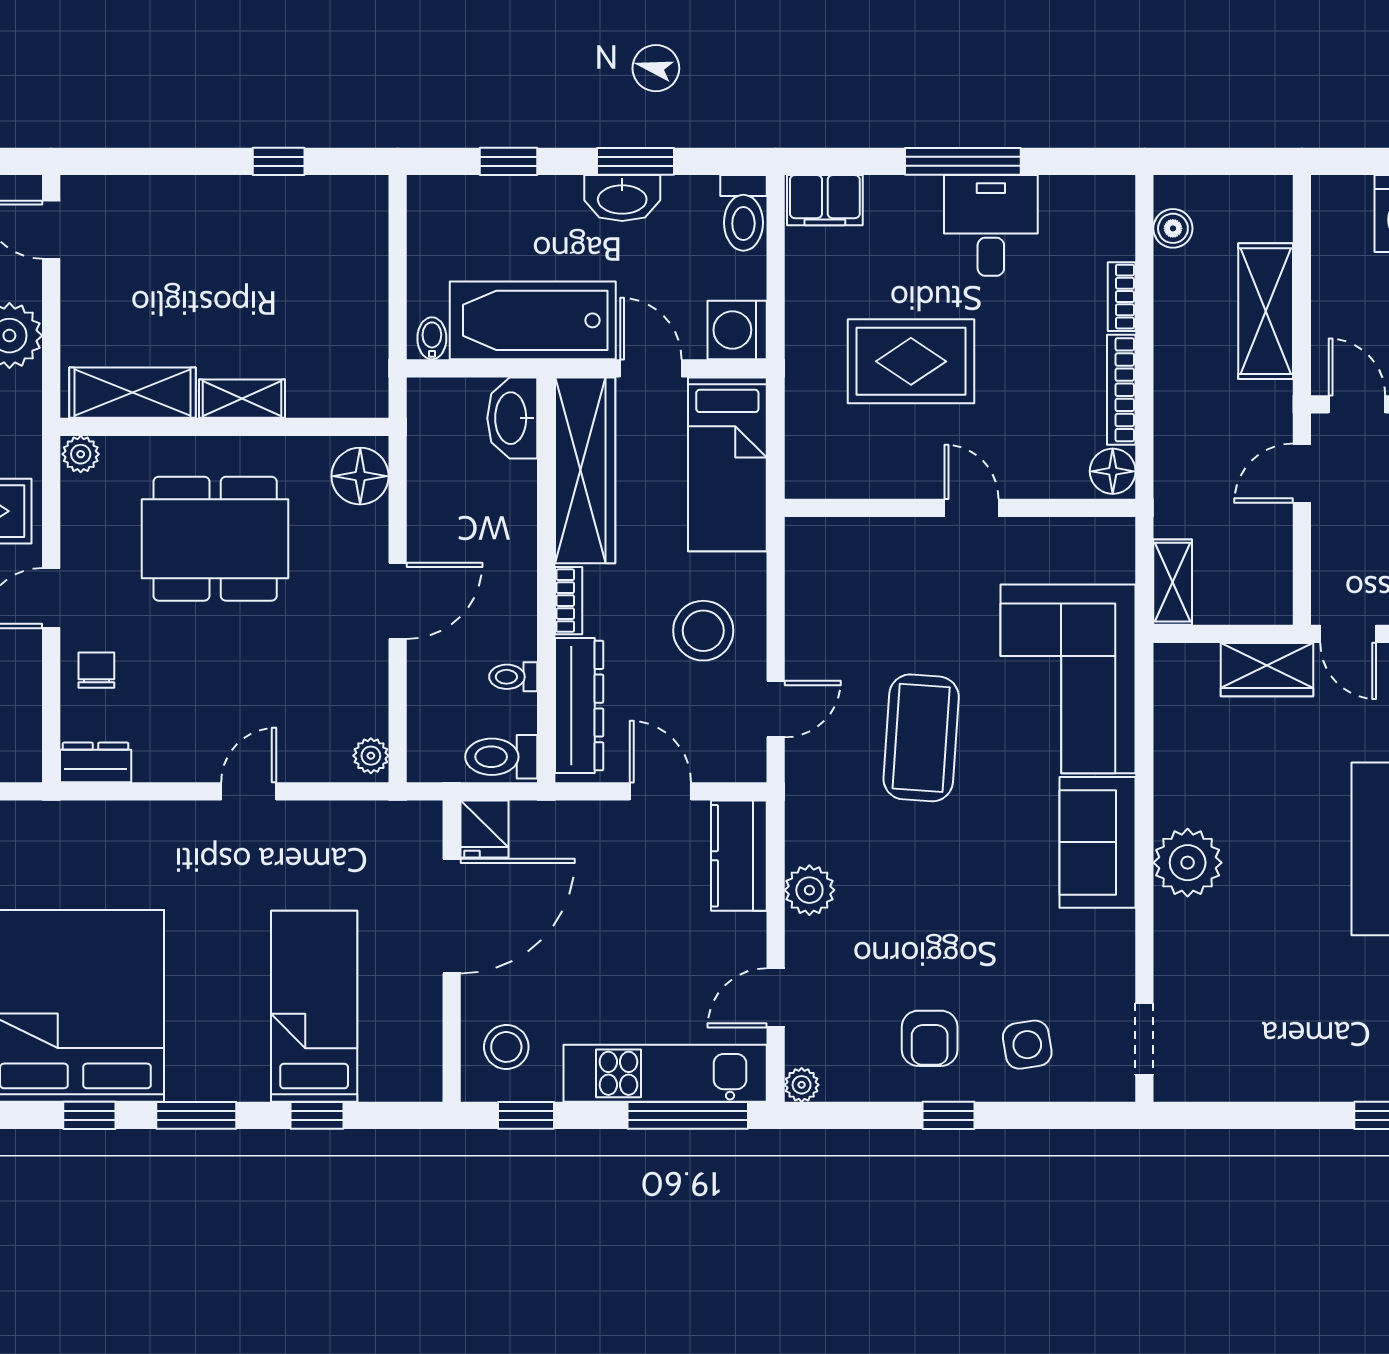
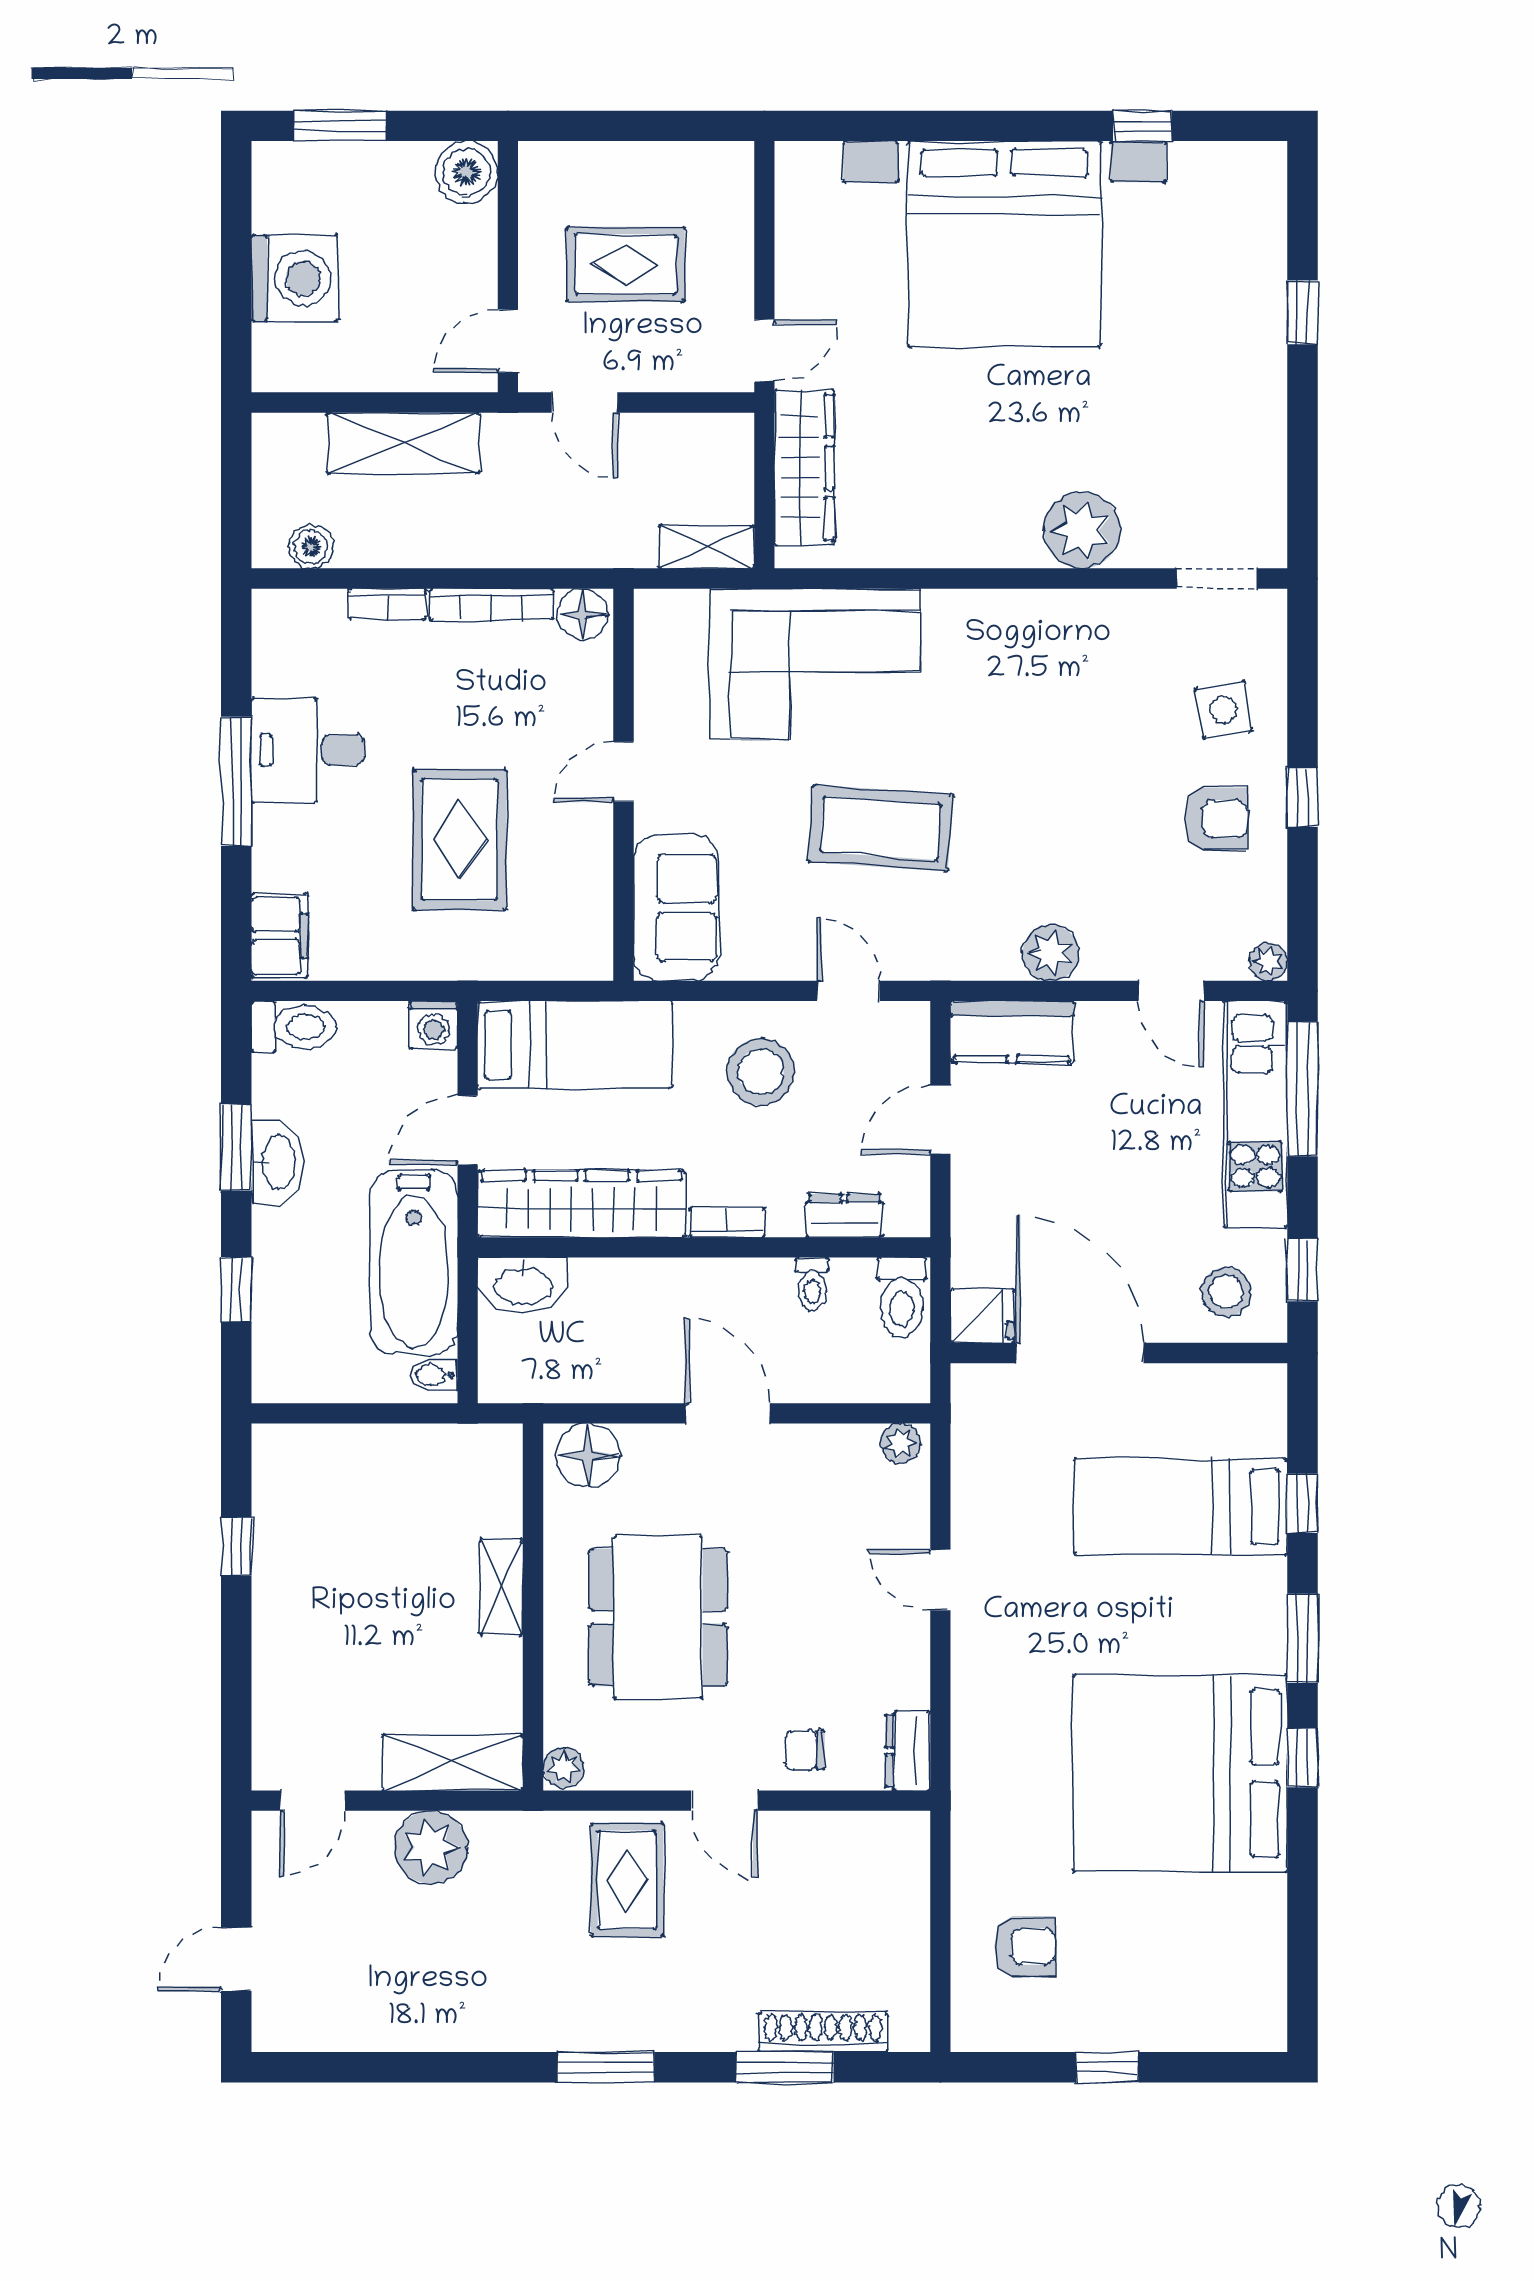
washing machine: (737, 330) -> (434, 1025), width x0.73, depth x0.73
shelving: (132, 393) -> (452, 1762), moved, turned 90
wardrobe: (1267, 670) -> (804, 467), width x1.50
dresser: (579, 706) -> (844, 1216), width x0.51, depth x0.80
sofa: (1098, 842) -> (676, 908), moved, turned -90
plant: (1188, 863) -> (1082, 530), moved

